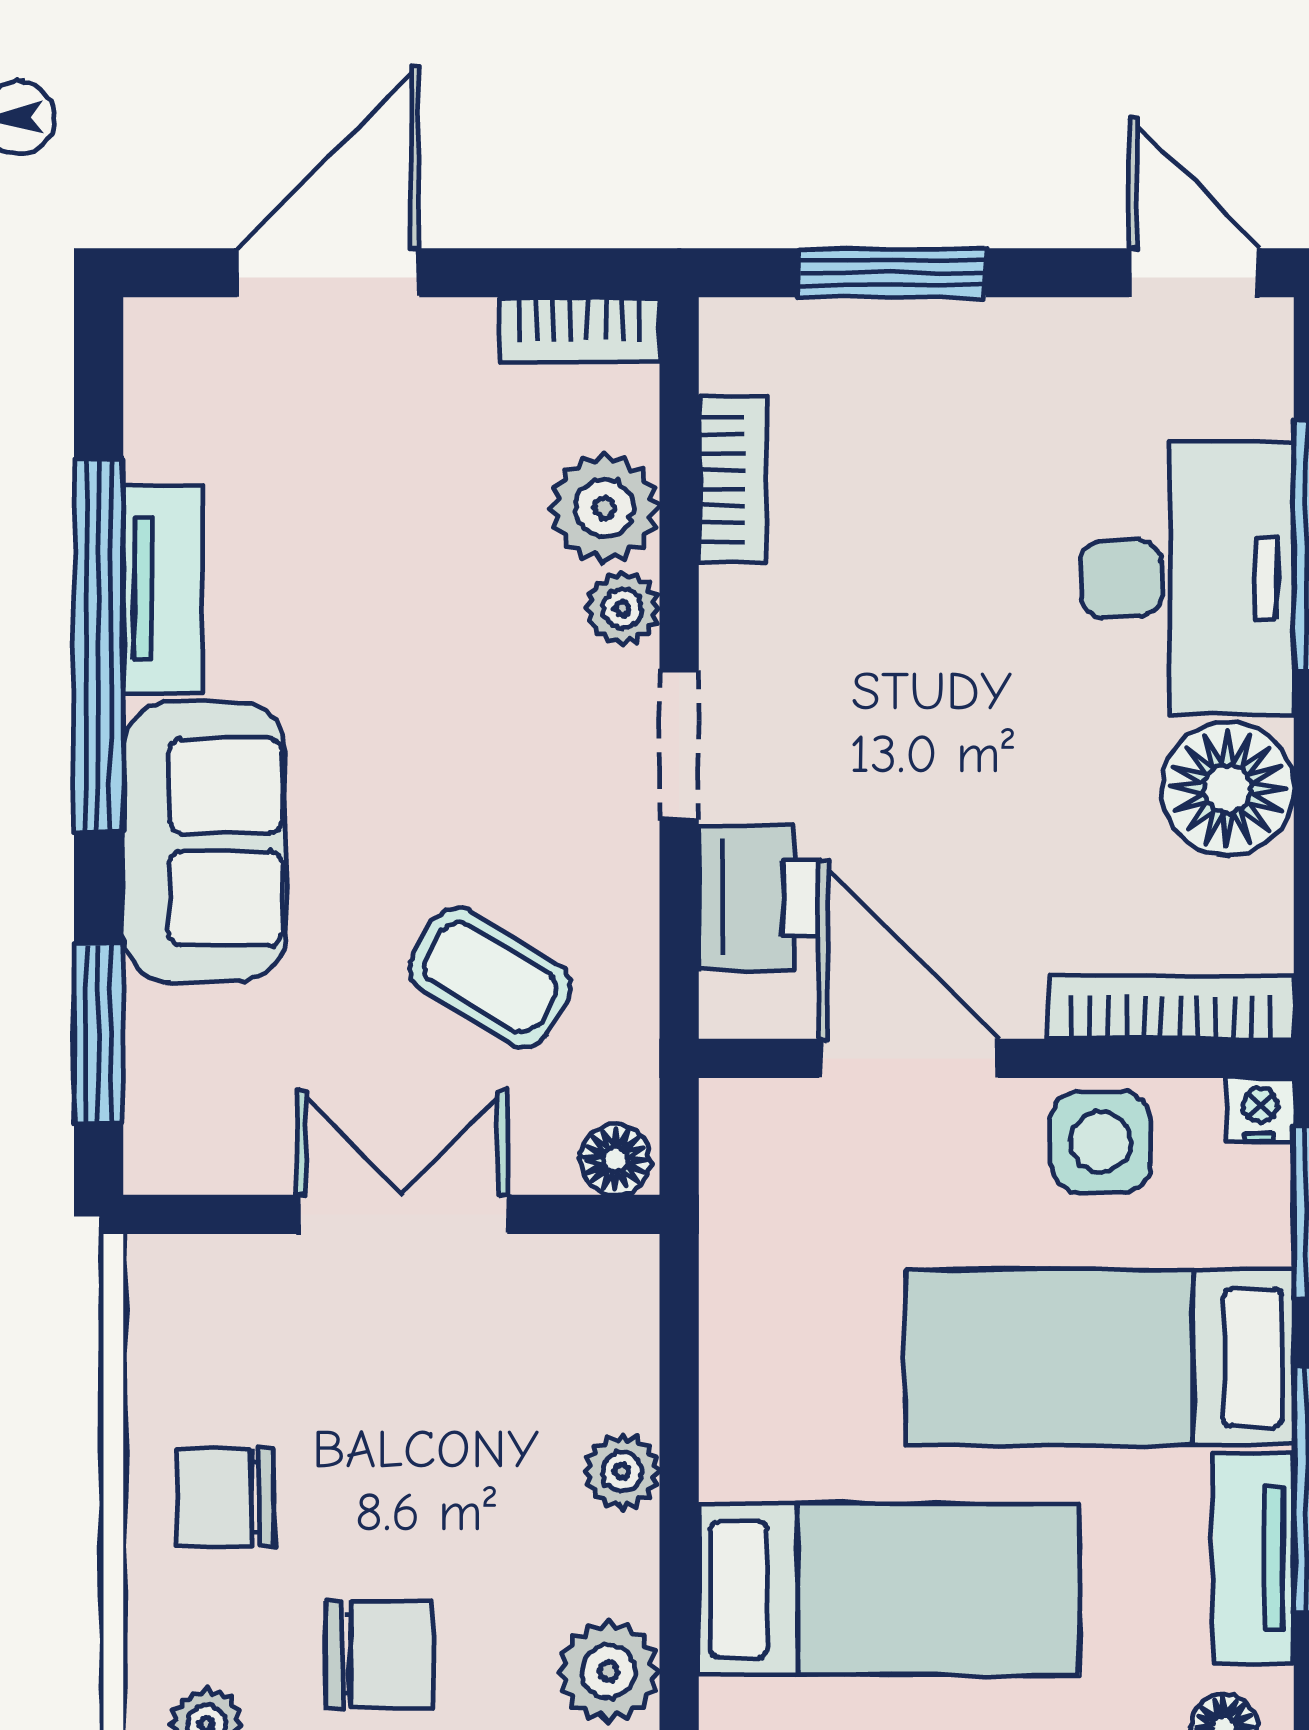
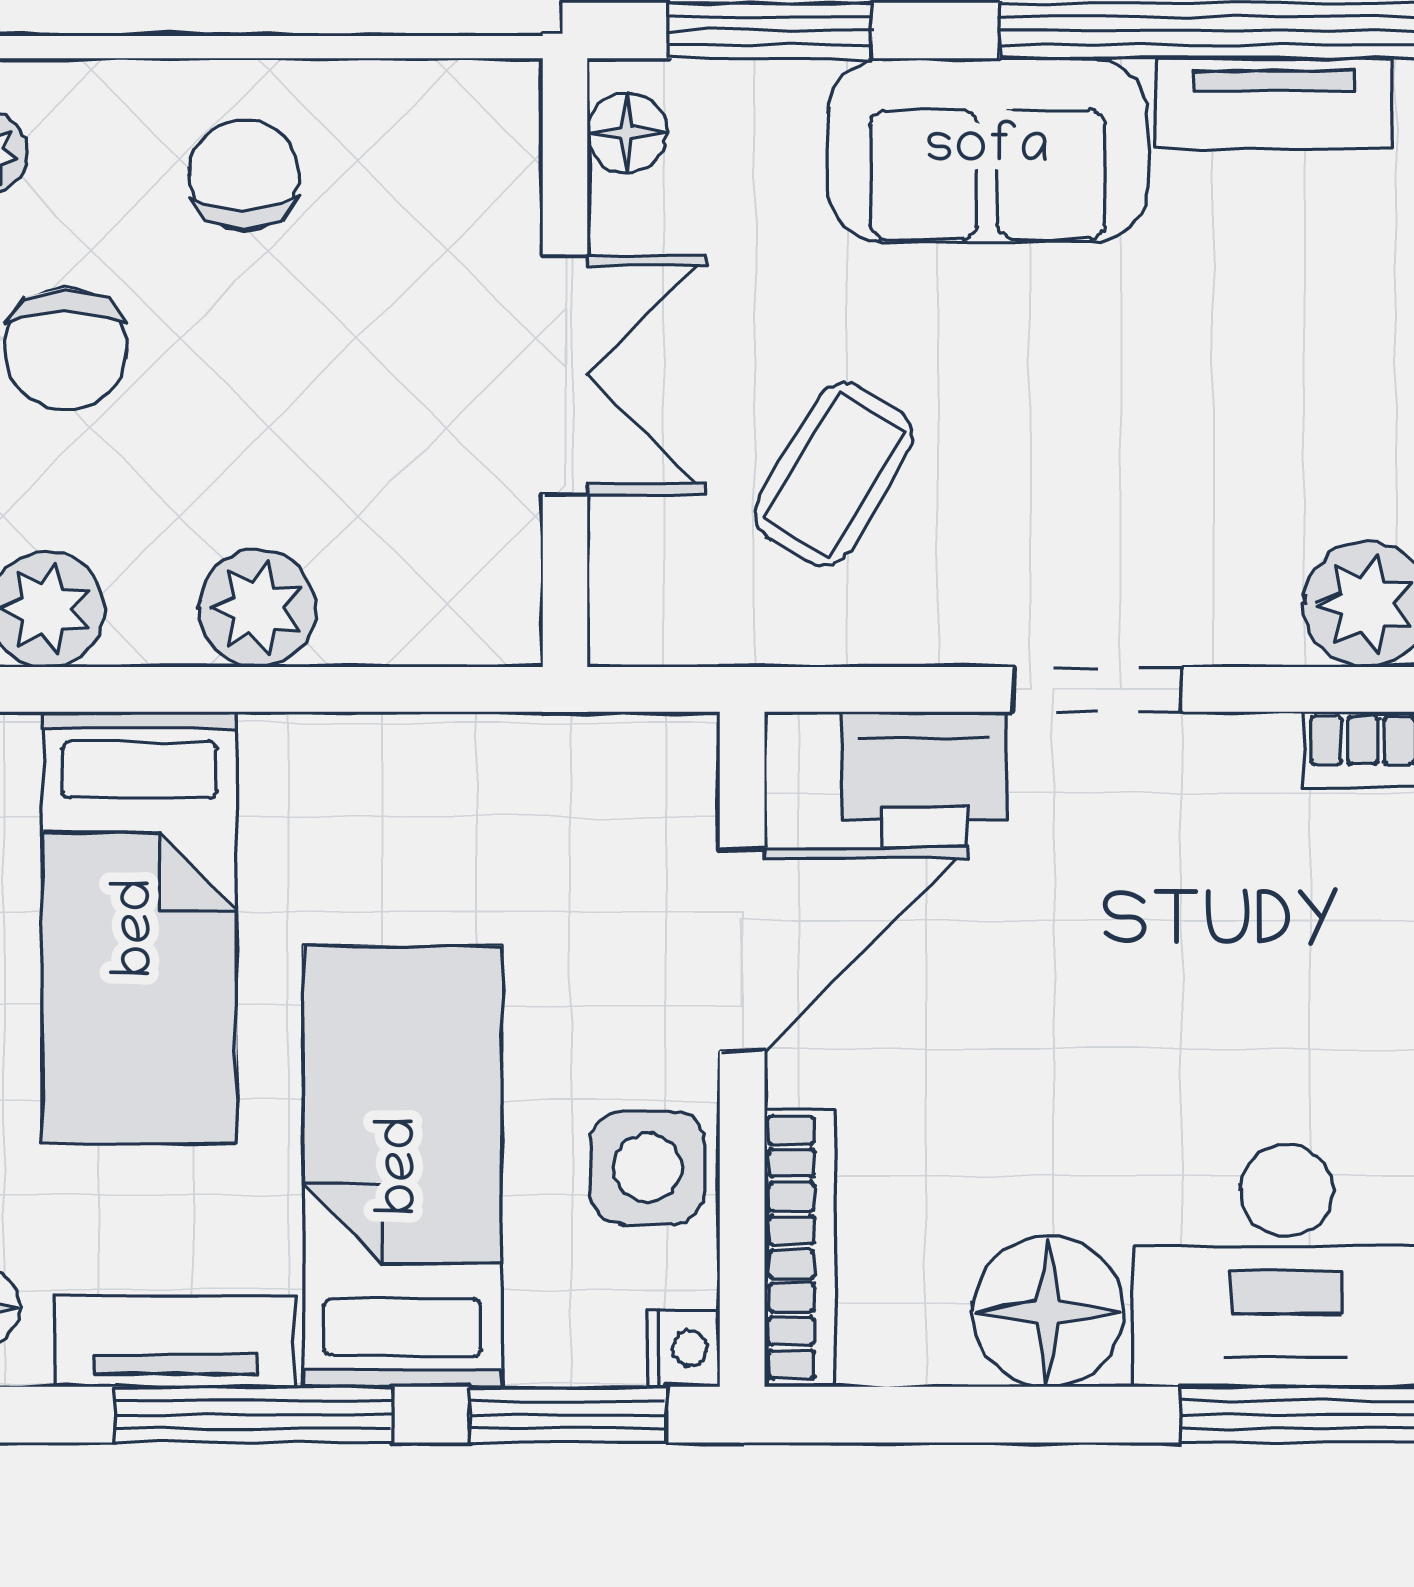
plant: (623, 609) -> (1252, 625), removed
floor lamp: (615, 1160) -> (627, 133), moved
plant: (622, 1471) -> (257, 608), width x1.38, depth x1.38

